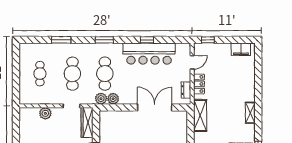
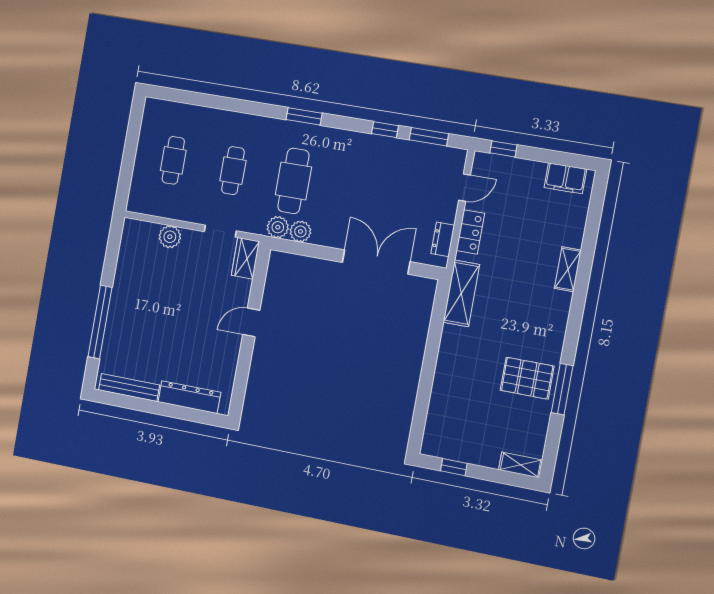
window: (61, 40) -> (429, 137), moved
bar counter: (149, 54) -> (384, 157), removed
cafe table: (72, 74) -> (233, 171), width x0.73, depth x0.74
shelving: (250, 113) -> (568, 269), moved
wardrobe: (87, 122) -> (245, 258), width x0.67

